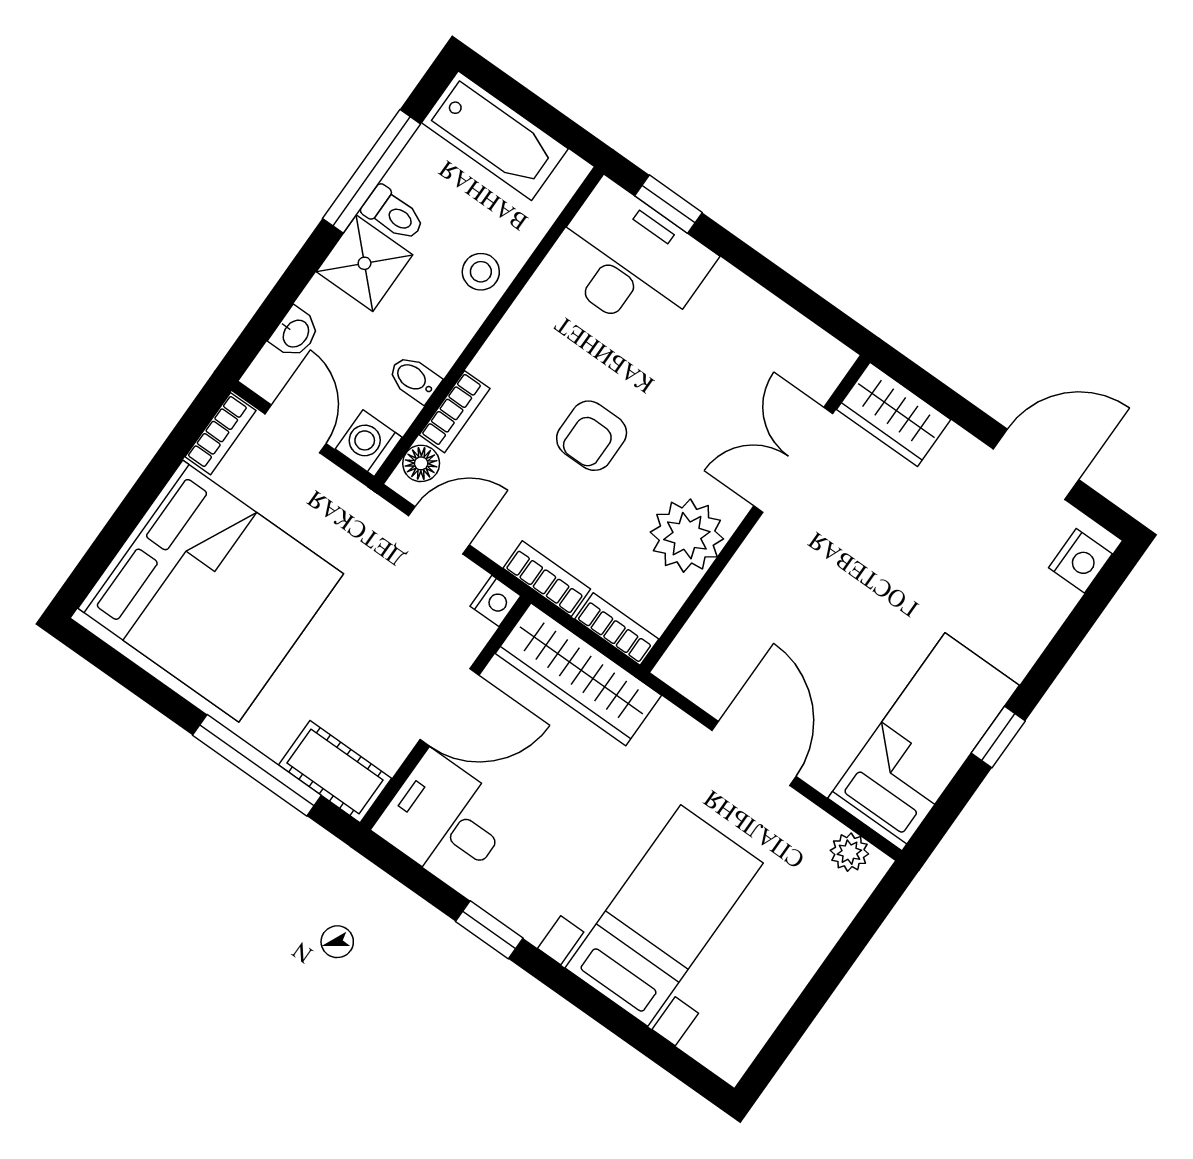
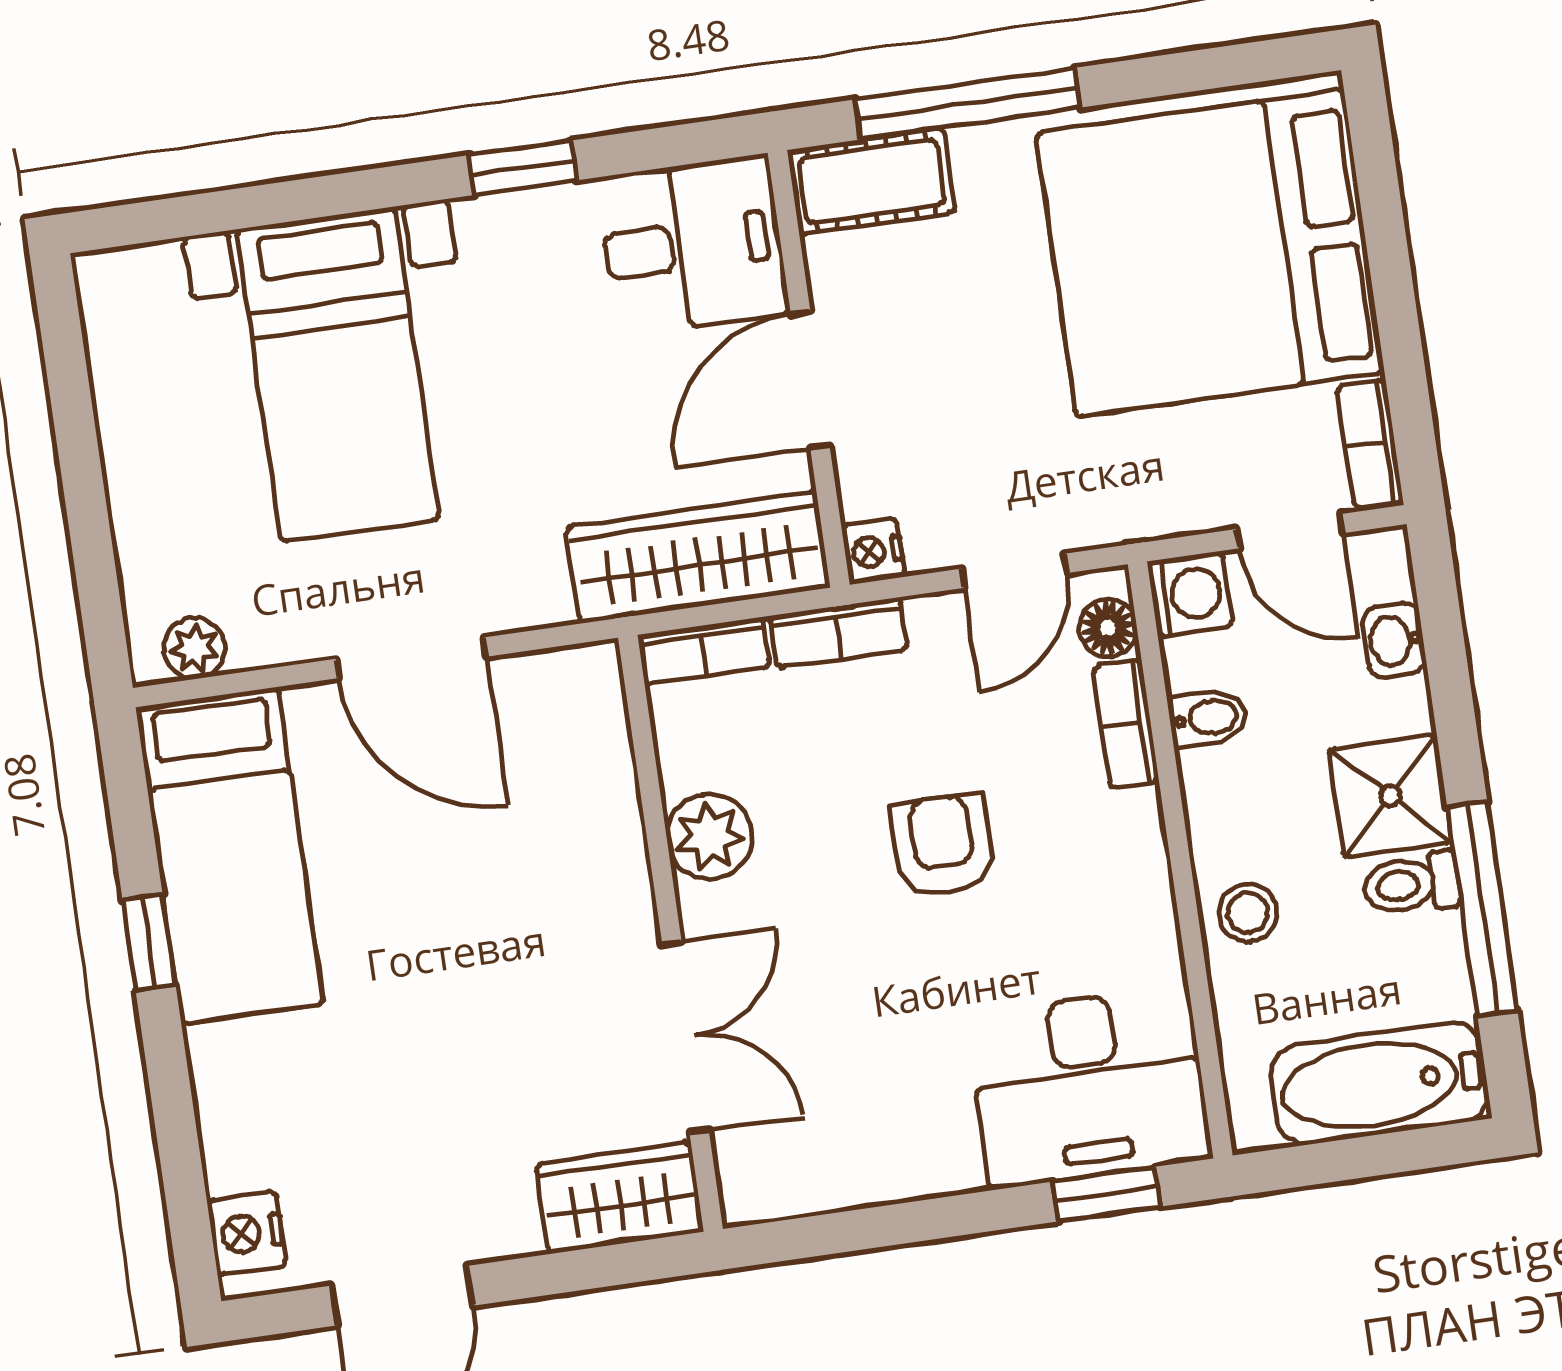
plant: (687, 536) -> (709, 837), width x0.73, depth x0.73

